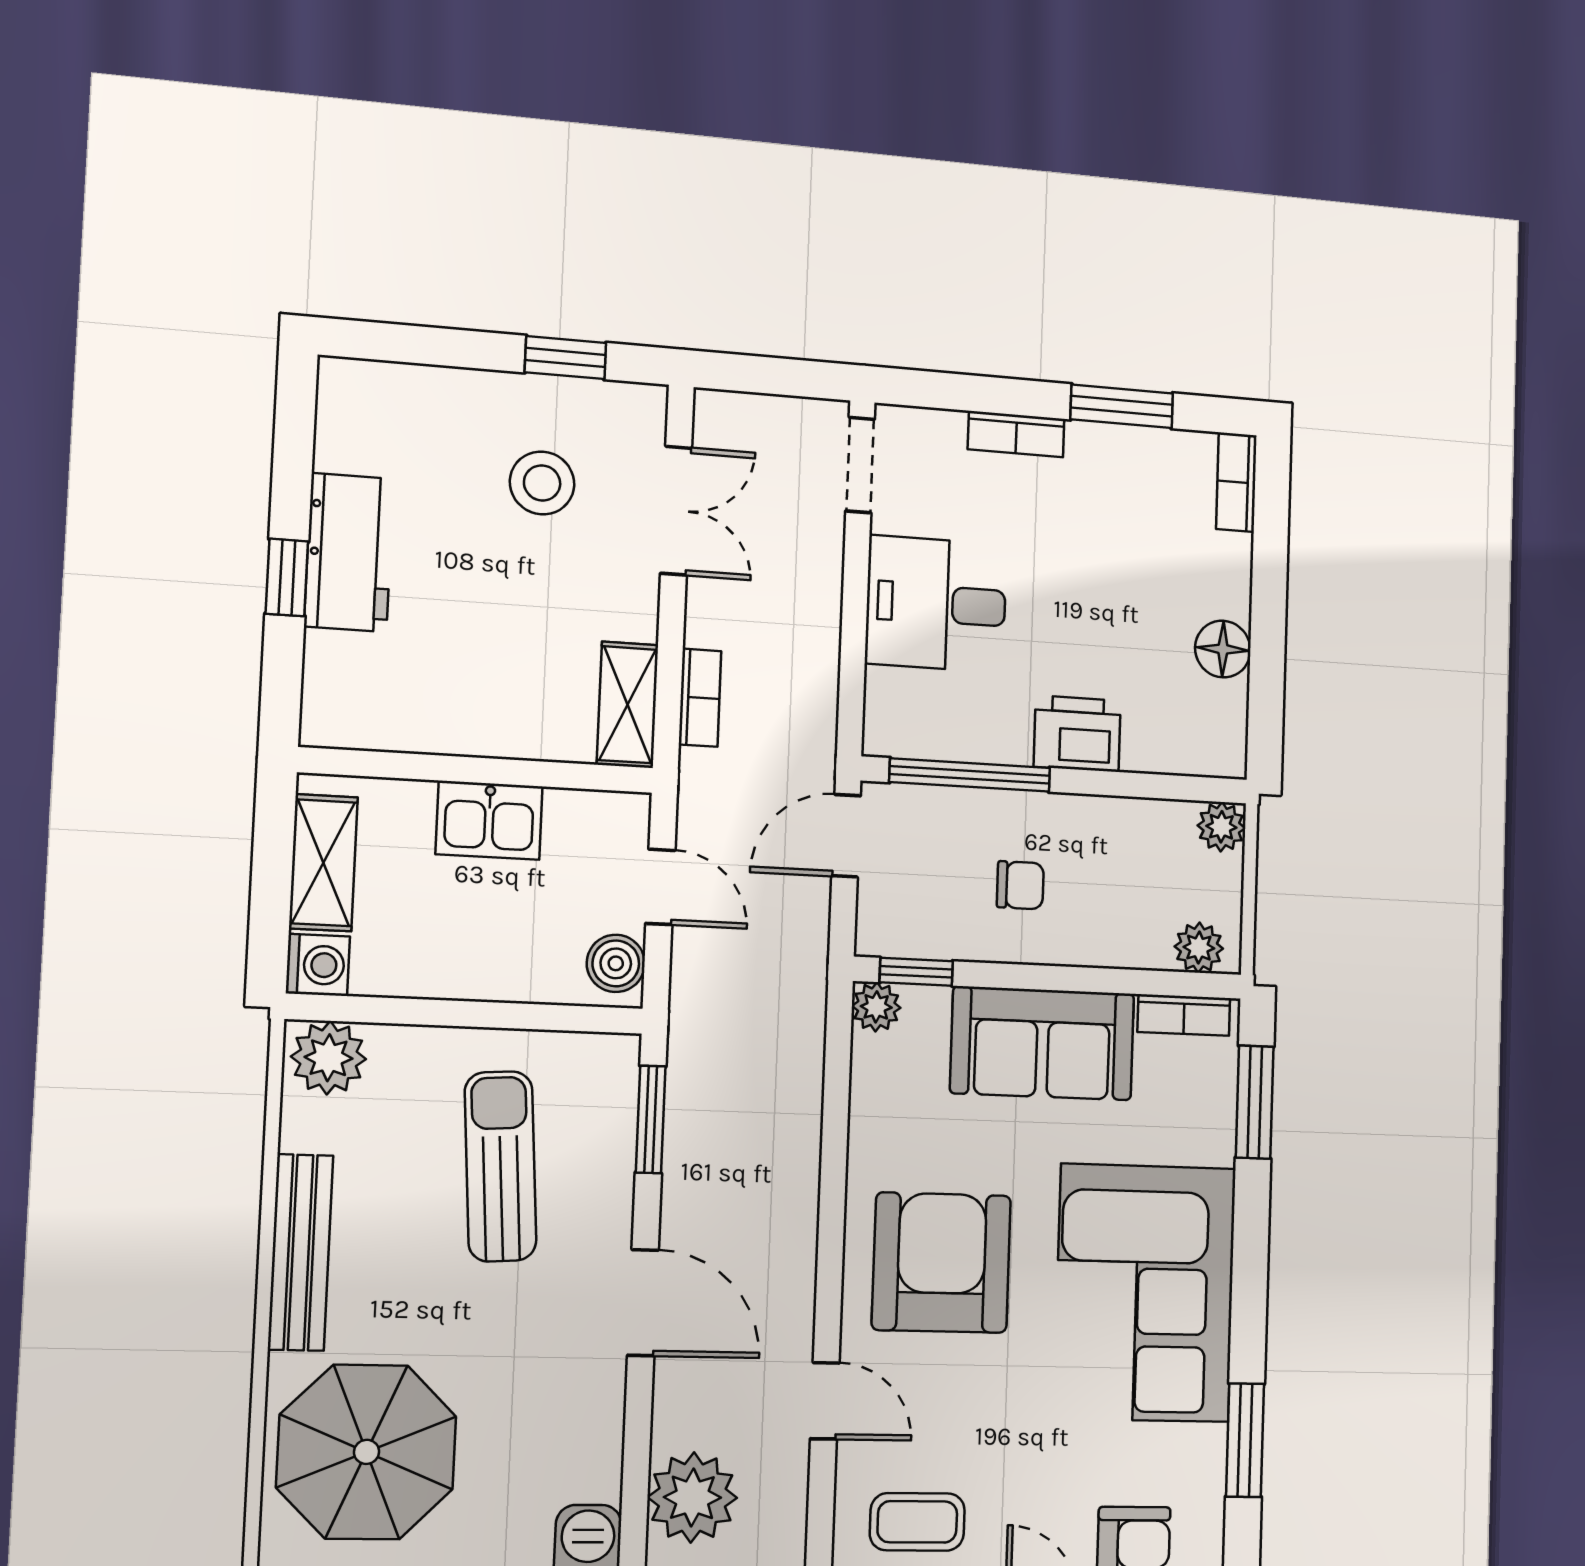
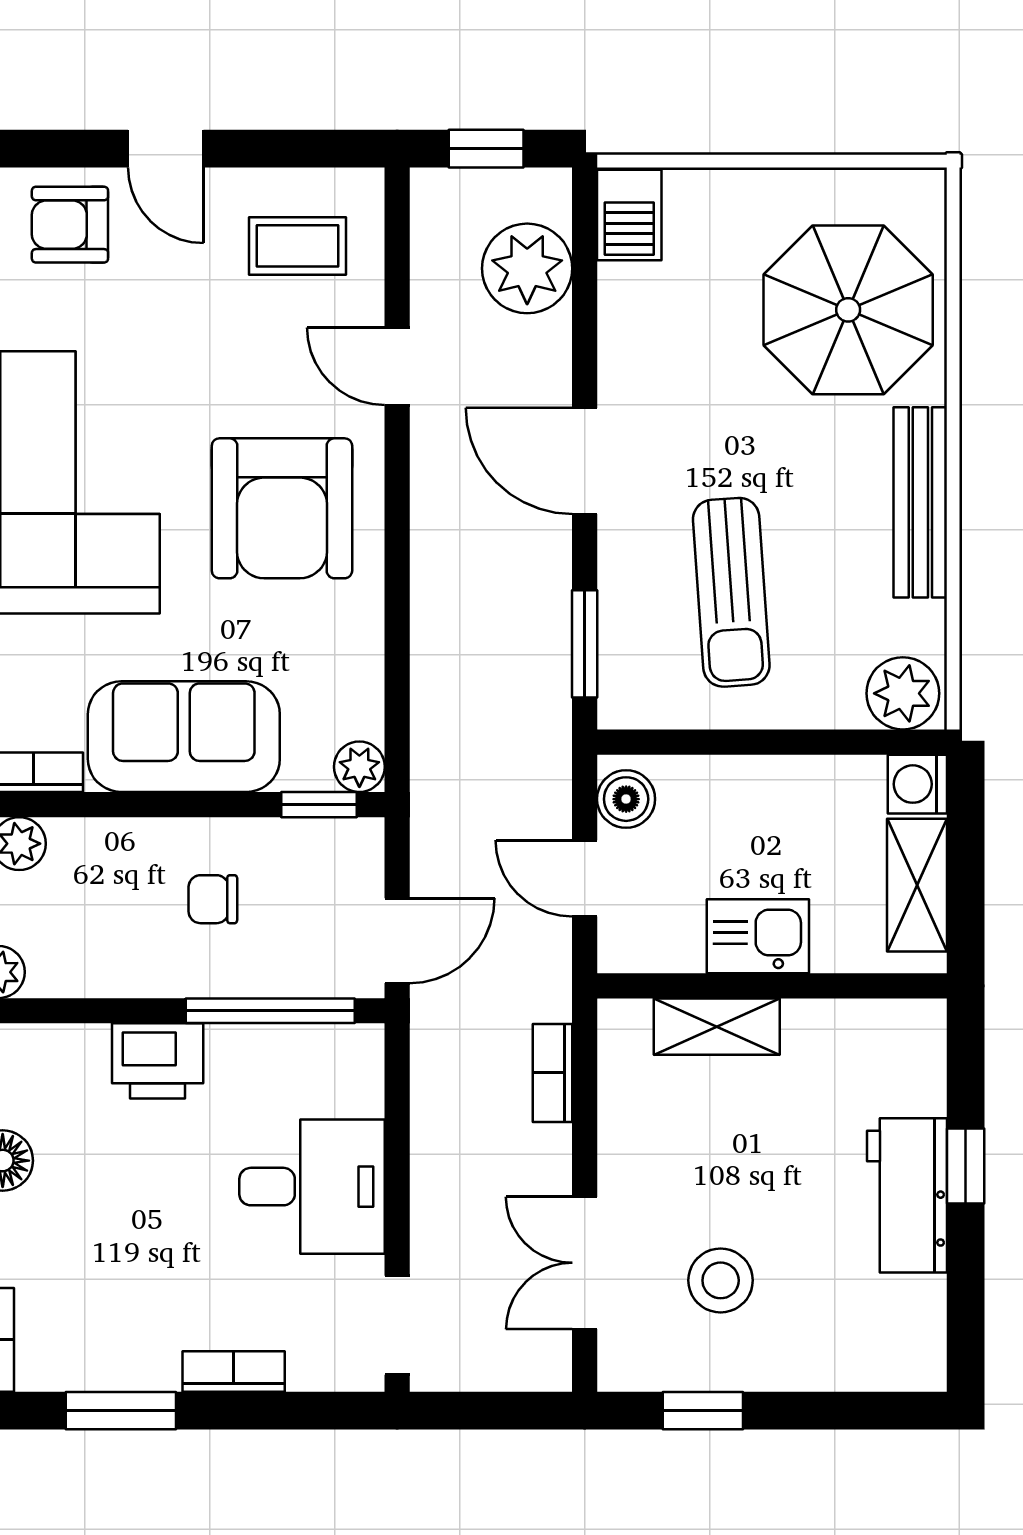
shelving: (628, 705) -> (717, 1027), moved, turned 90

